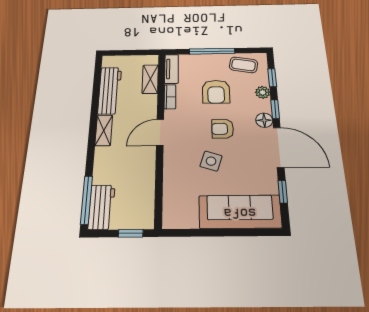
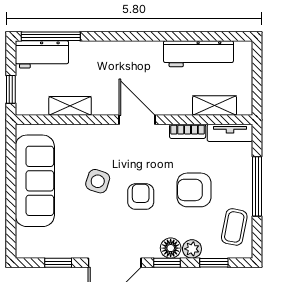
floor lamp: (264, 120) -> (171, 248), moved
shelving: (104, 130) -> (70, 106), moved
sofa: (240, 212) -> (35, 181), moved

